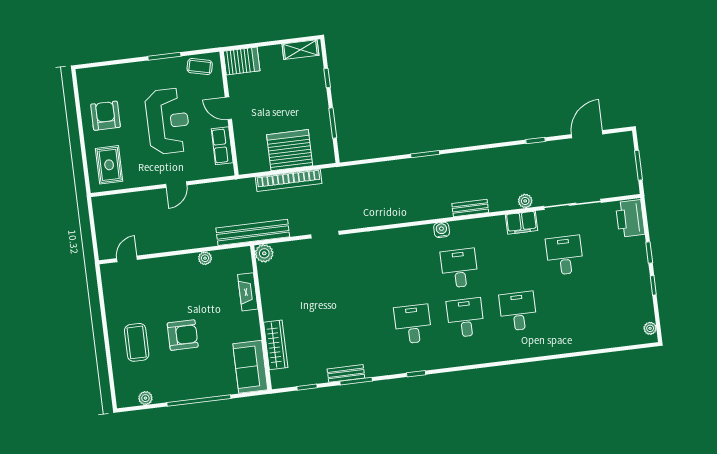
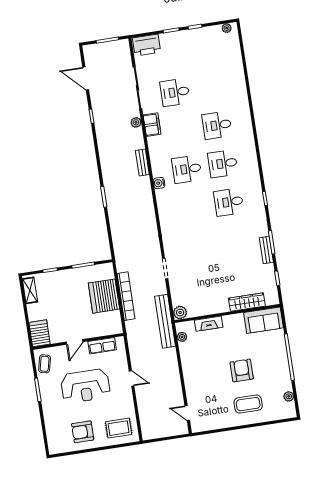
reception desk: (168, 121) -> (85, 386), turned 180
plant: (205, 258) -> (182, 337), moved

